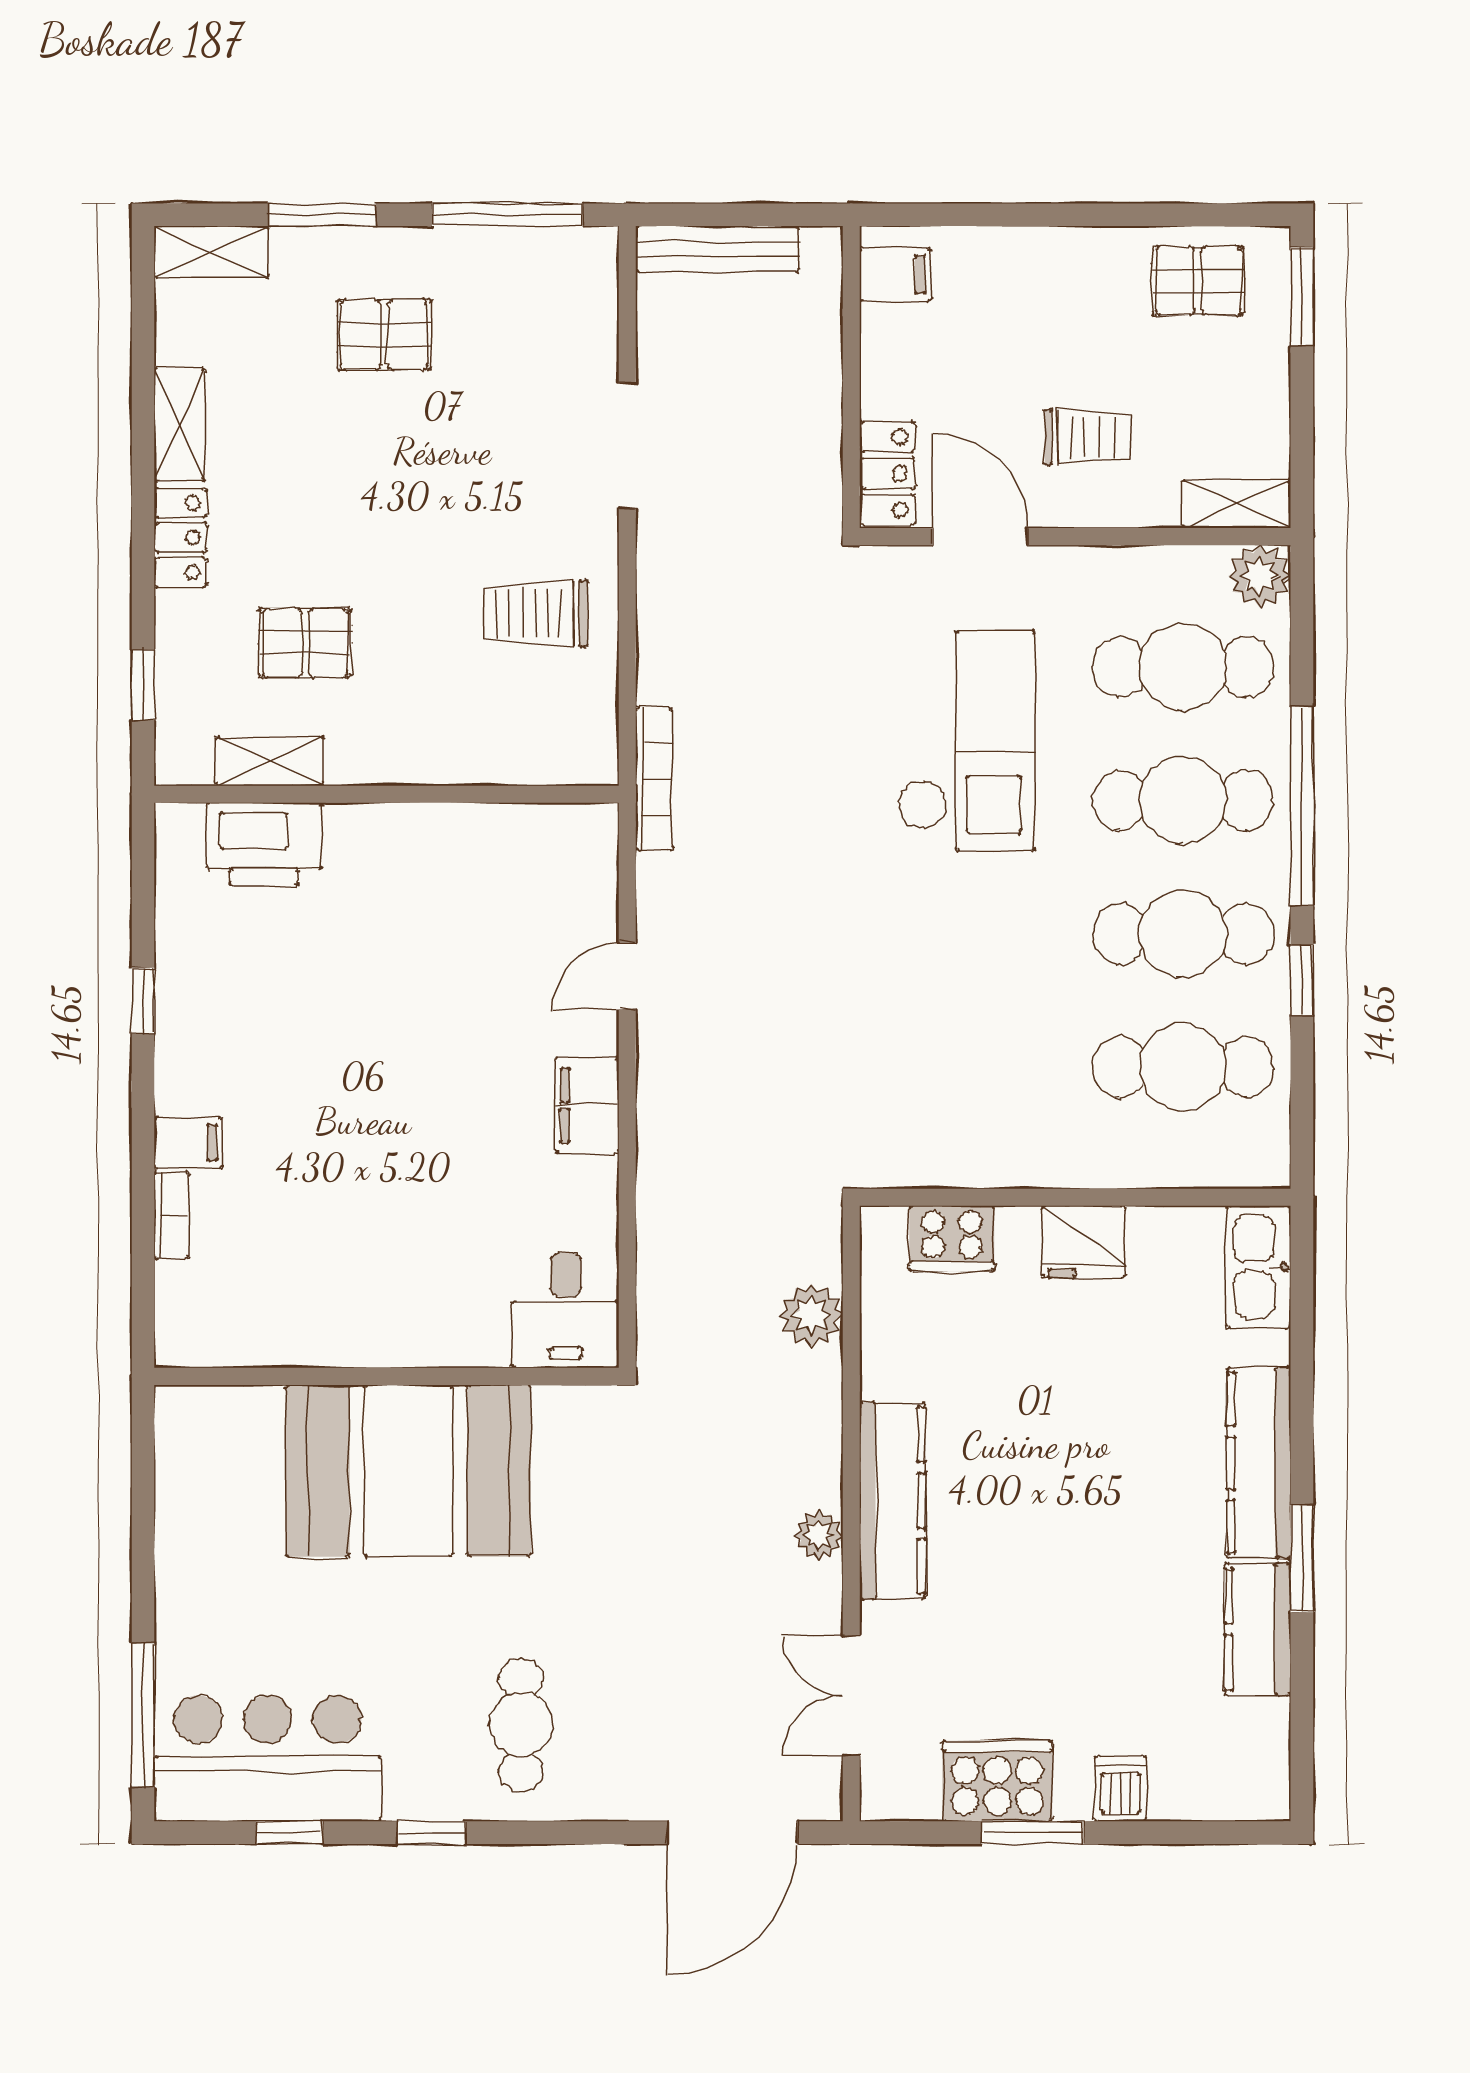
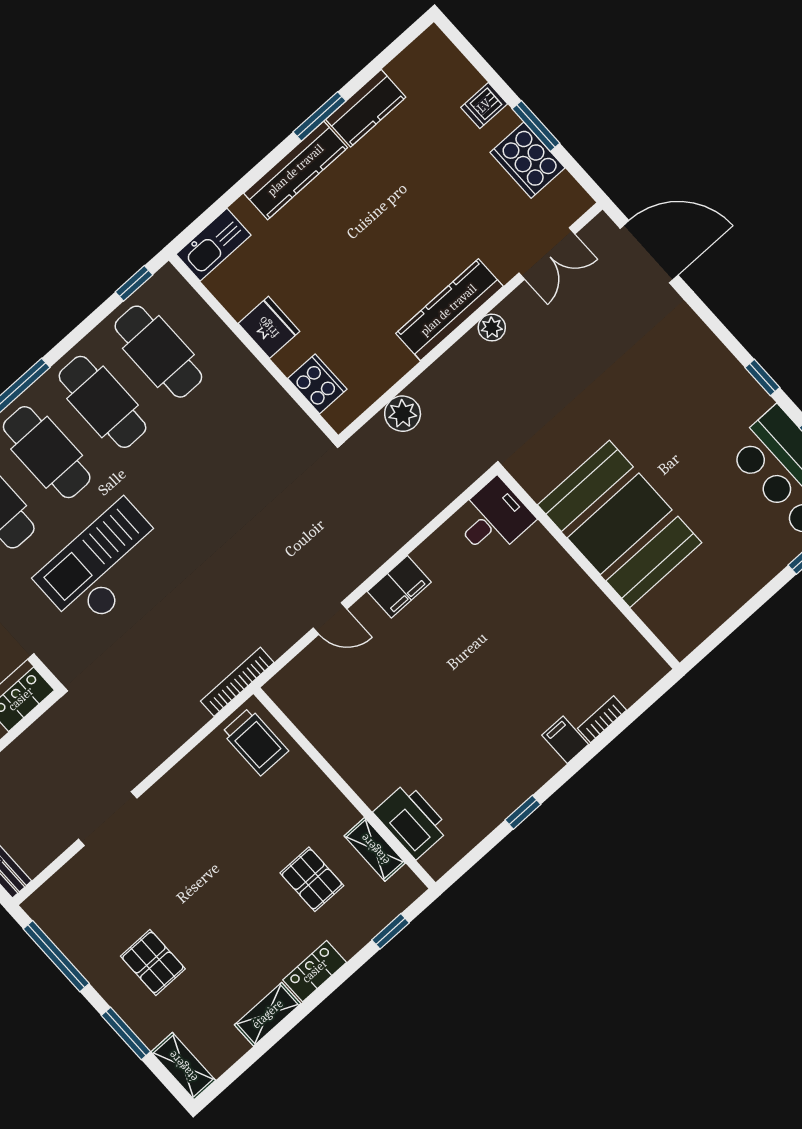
trolley: (535, 613) -> (255, 742), moved
window: (1302, 980) -> (134, 283), moved
cafe table: (521, 1725) -> (684, 381), removed

